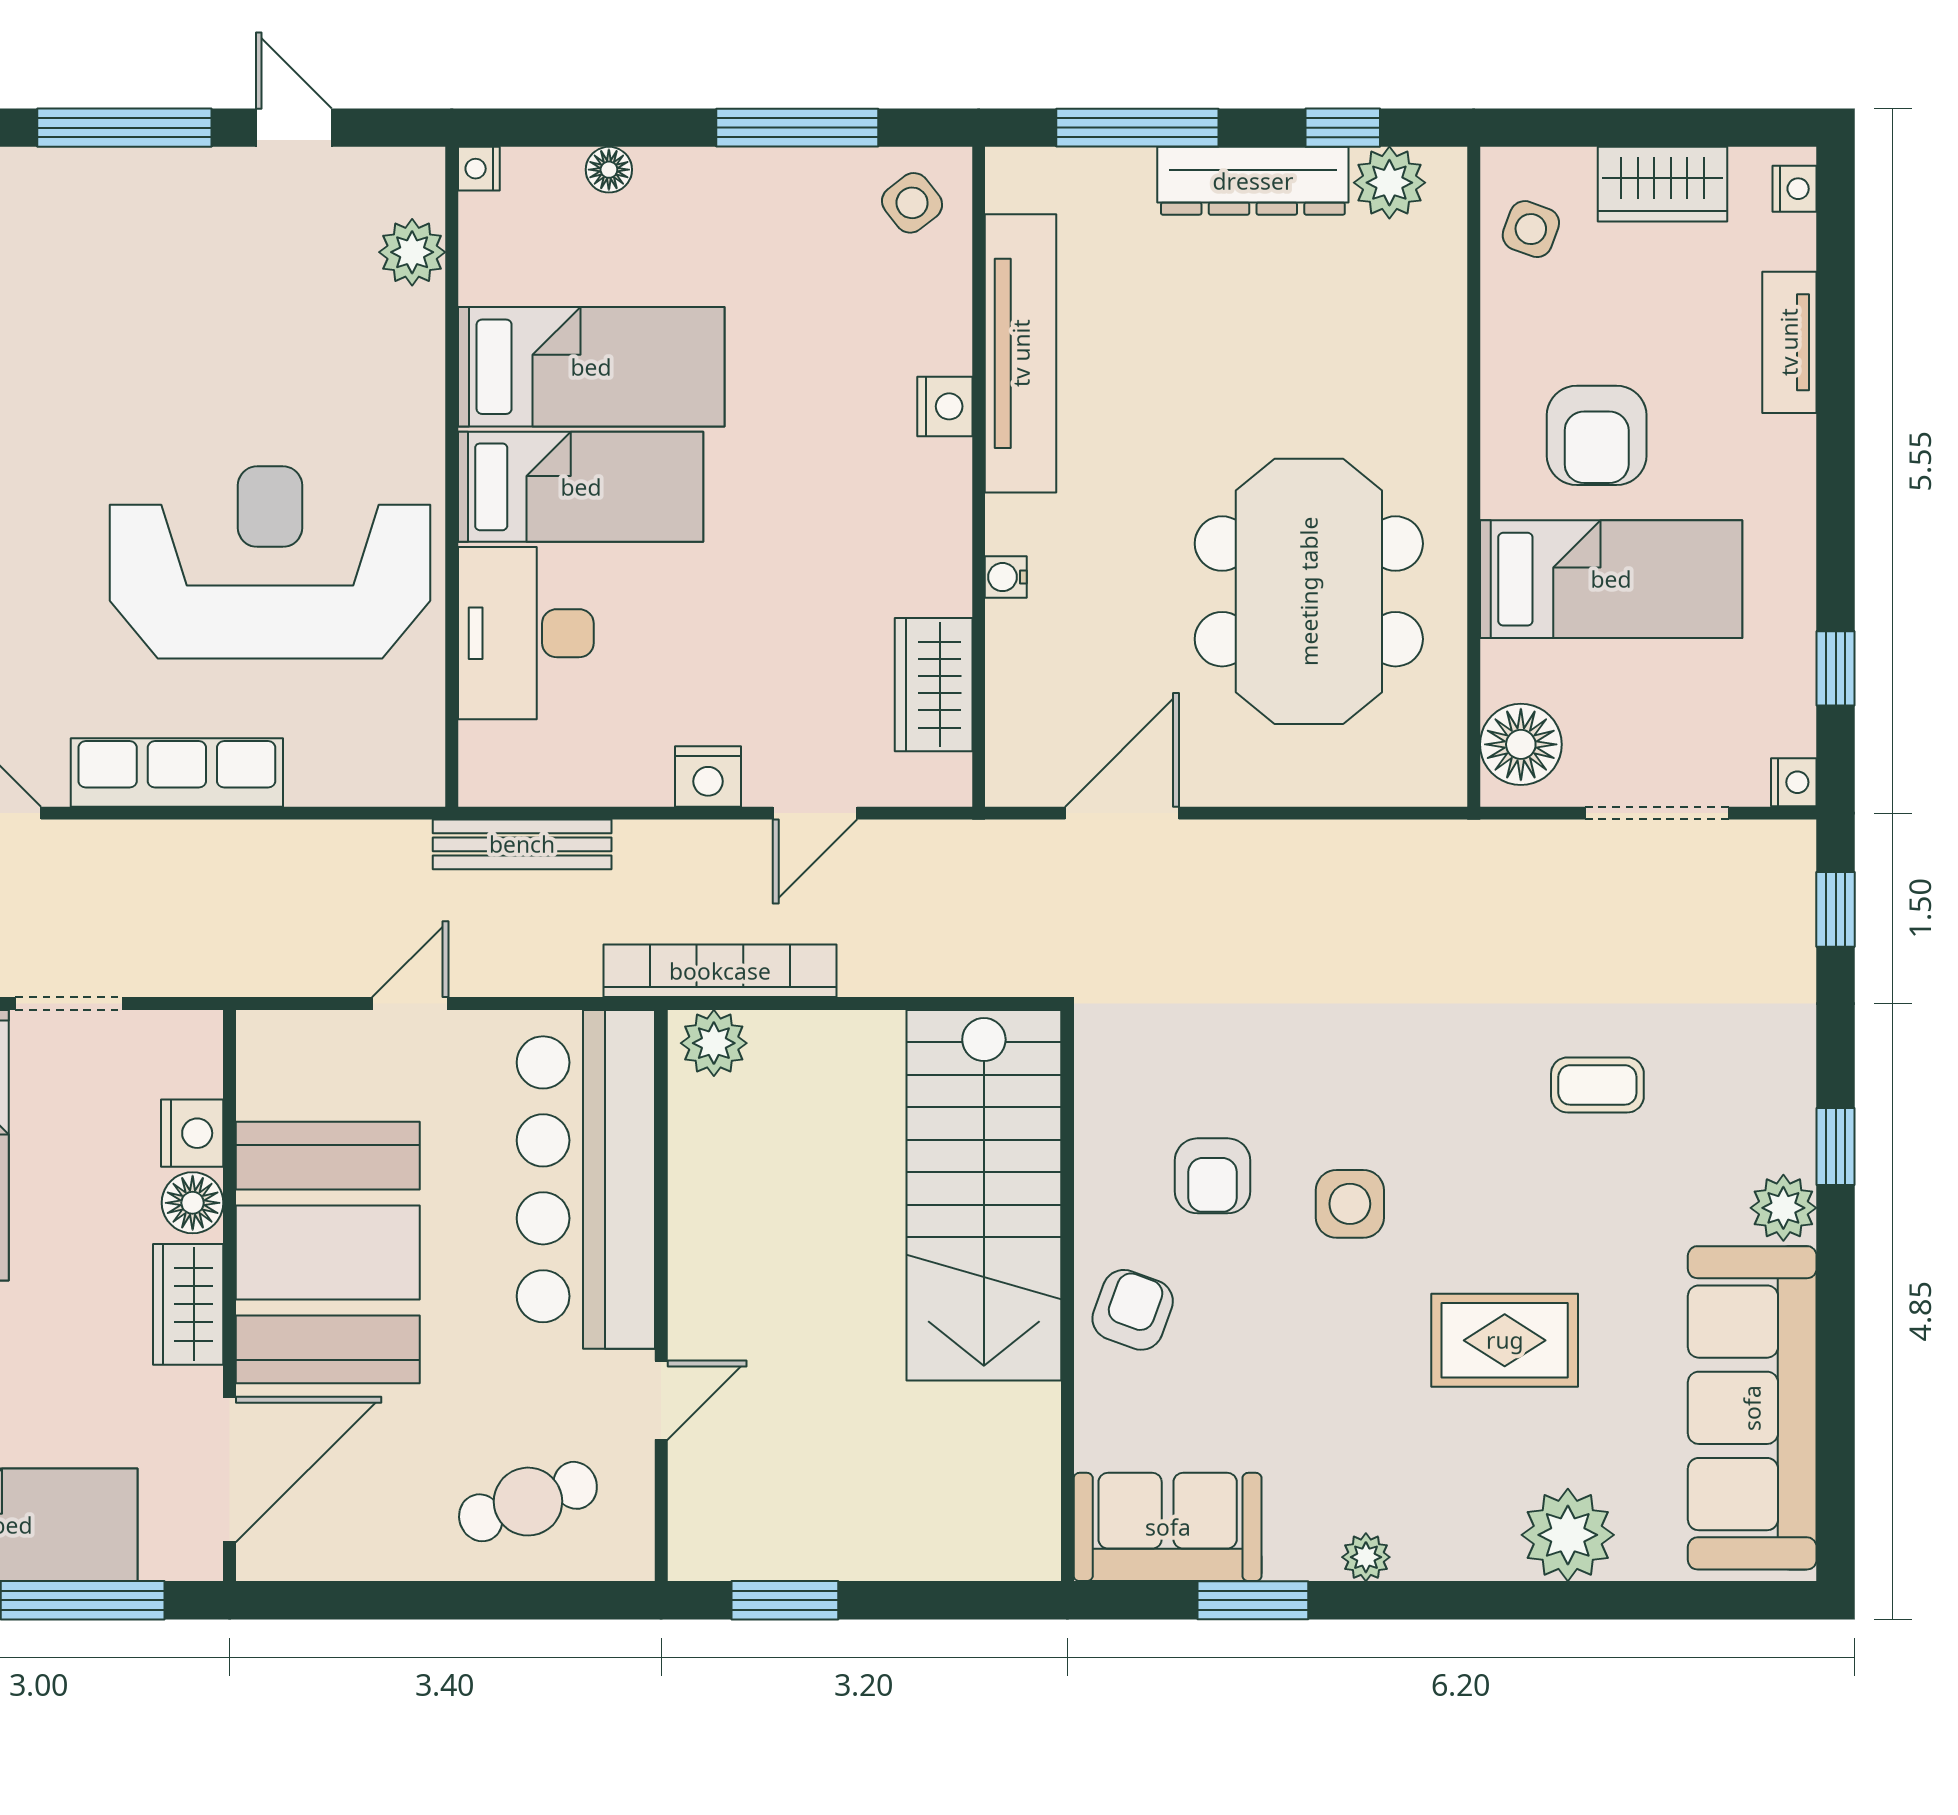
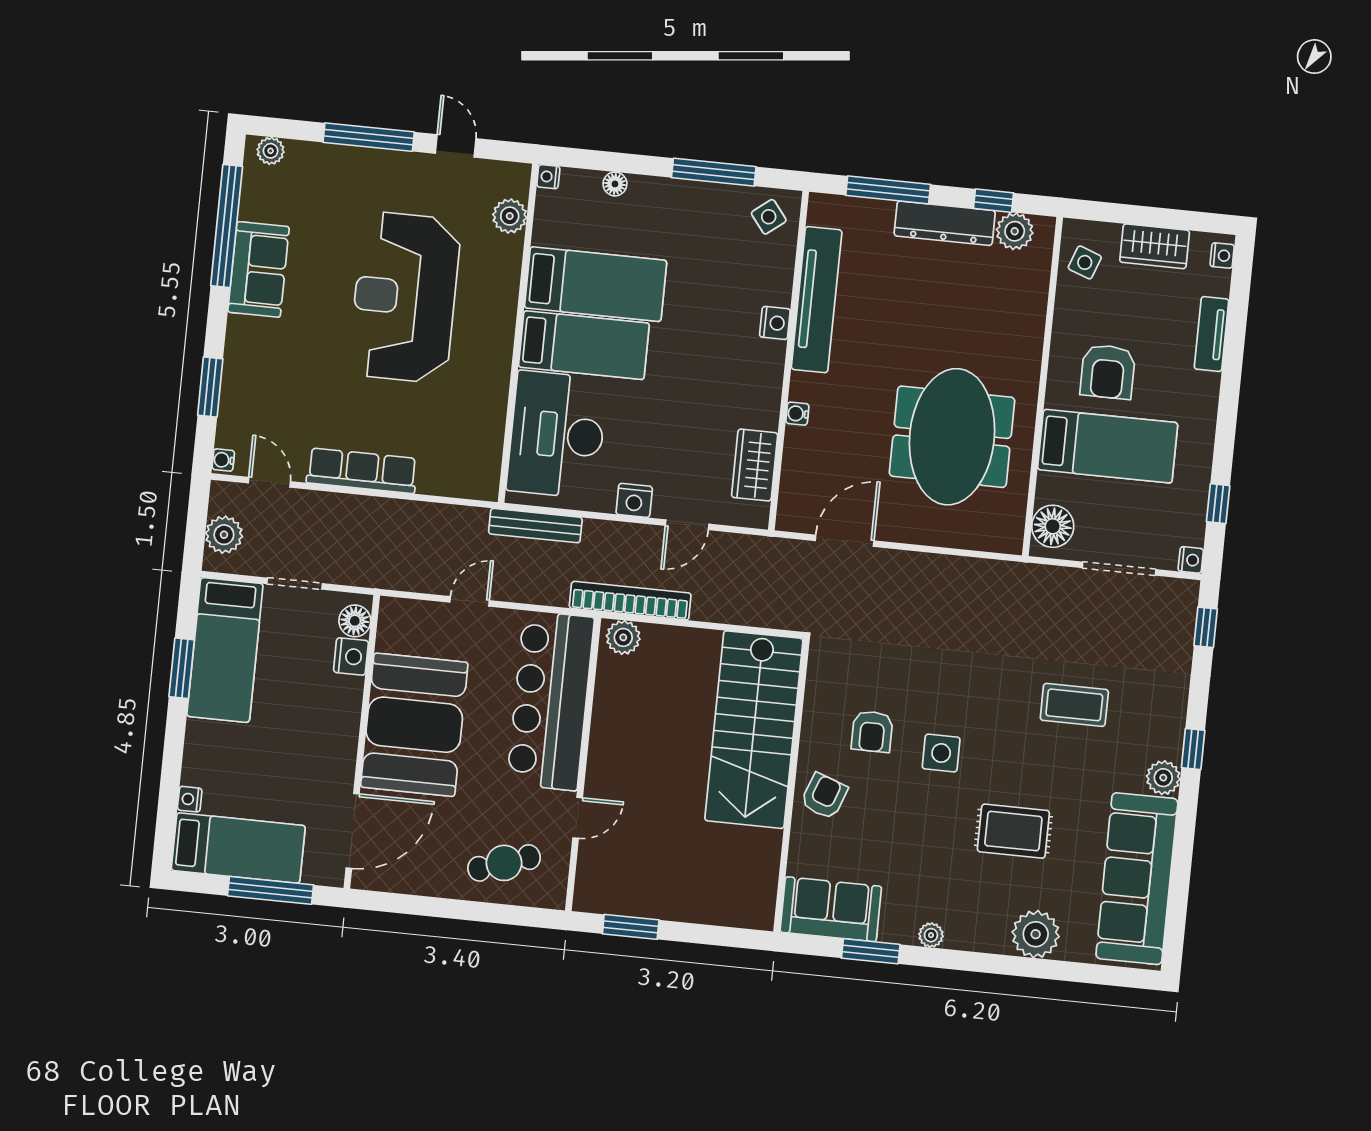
reception desk: (270, 562) -> (405, 297), moved, turned -90
desk: (526, 633) -> (557, 435), width x1.36, depth x1.30
coffee table: (1597, 1085) -> (1074, 705), width x1.36, depth x1.30
floor lamp: (193, 1203) -> (355, 621), moved
wardrobe: (188, 1304) -> (340, 744), removed

